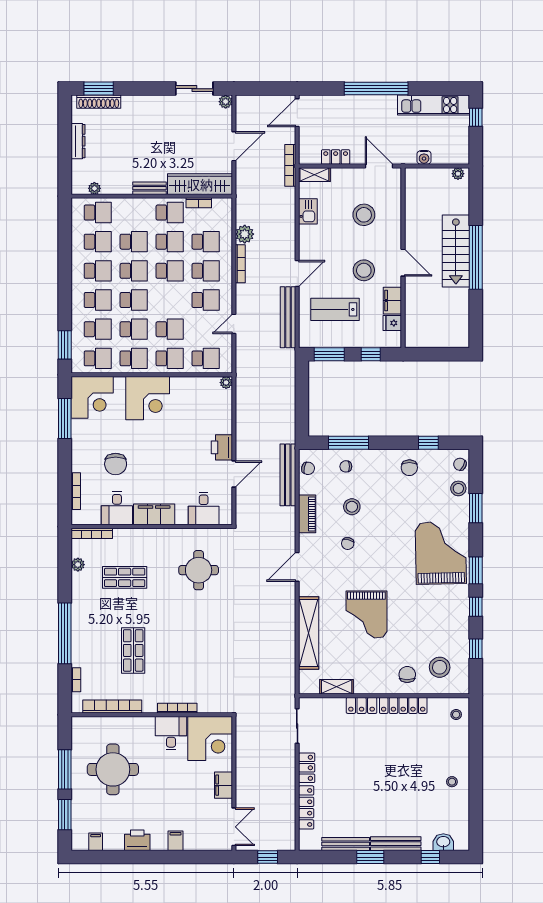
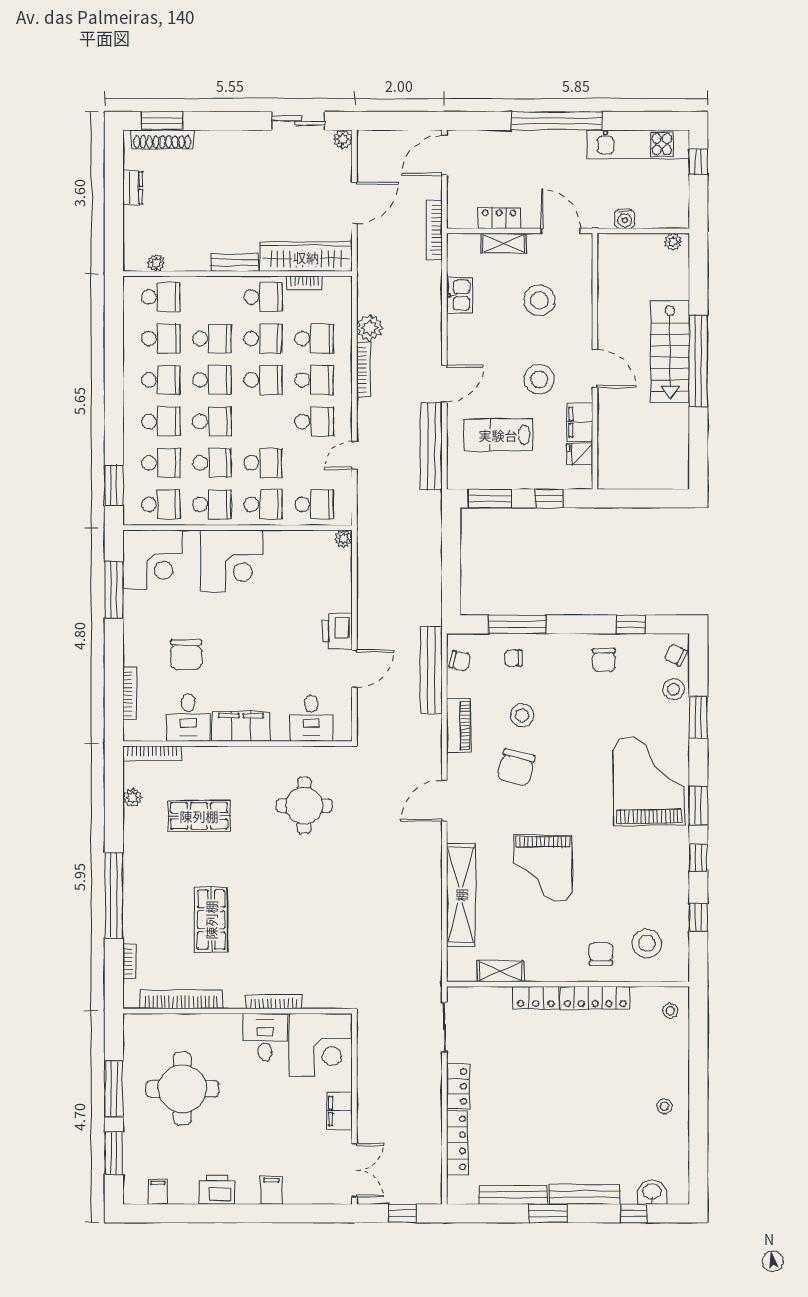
dresser: (78, 141) -> (133, 188), width x0.70
shelving: (314, 175) -> (504, 243), moved
chair: (348, 544) -> (516, 768), width x1.87, depth x1.87

